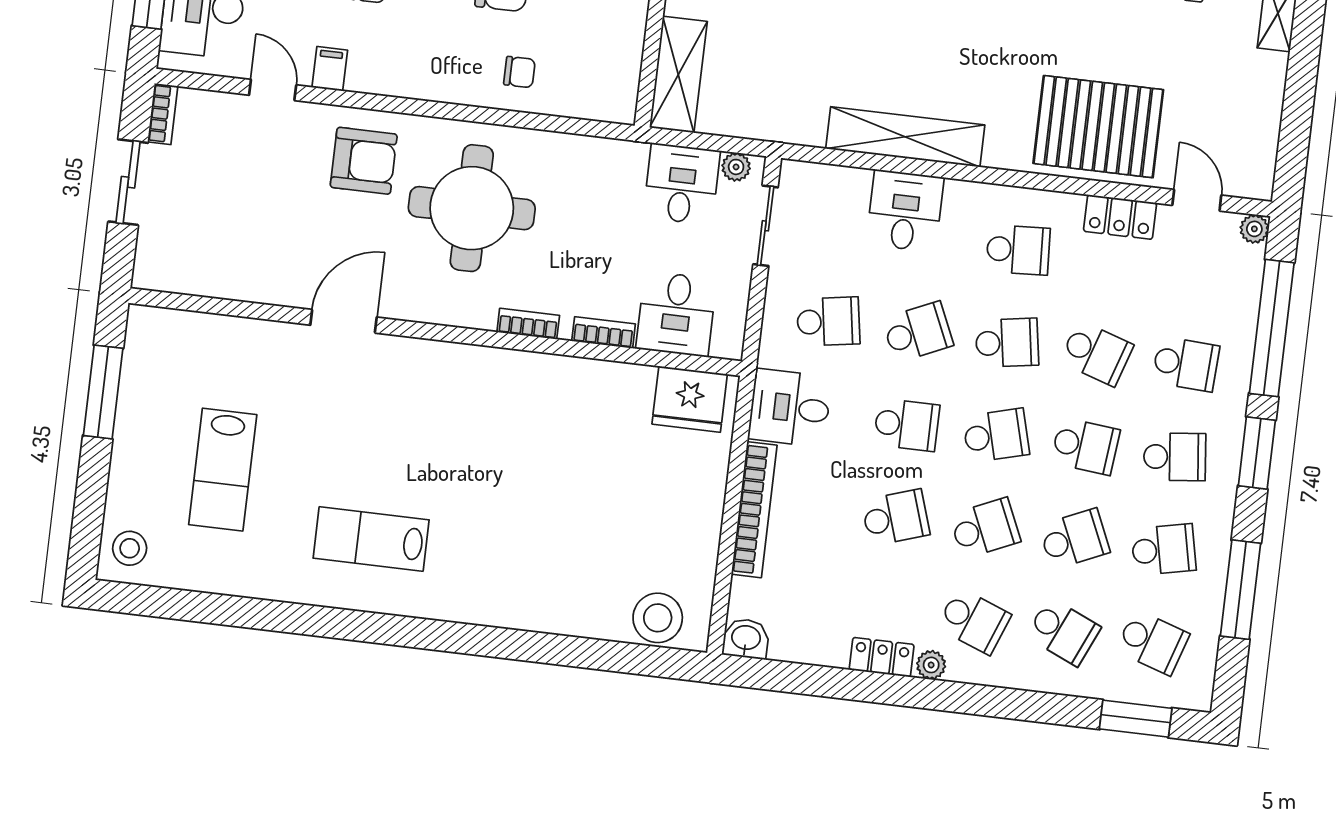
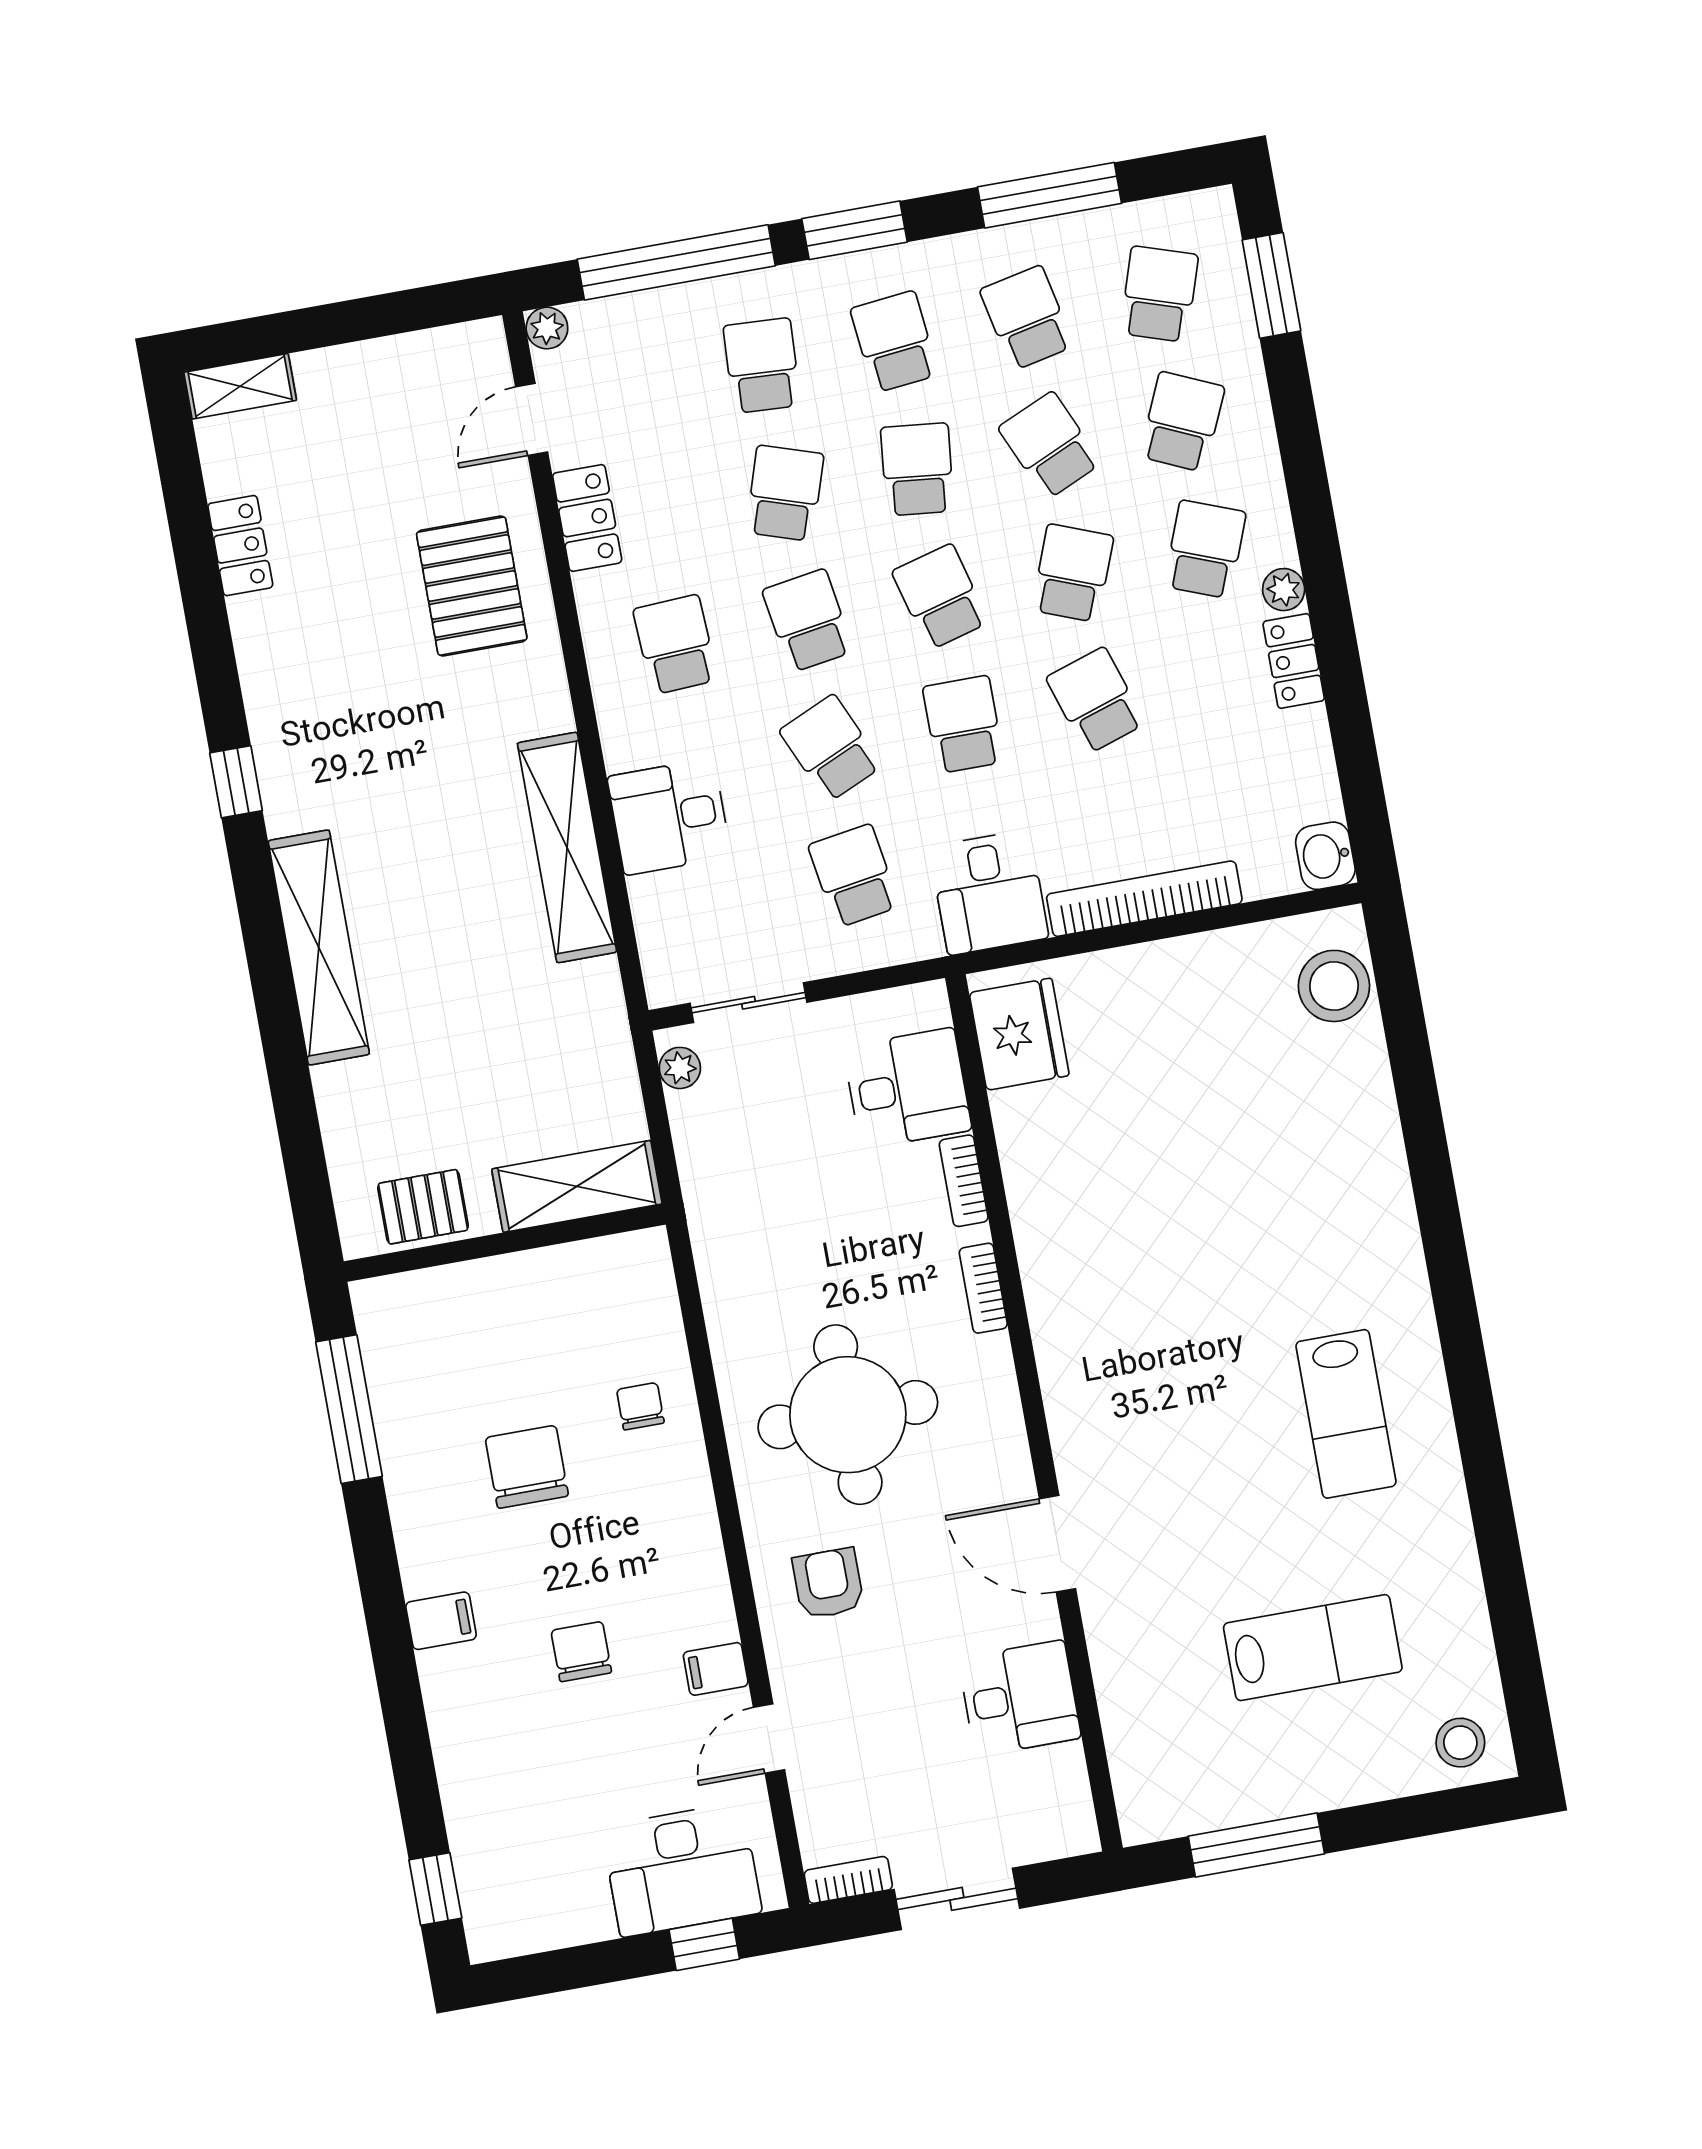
pallet: (1098, 127) -> (472, 586), width x0.73, depth x0.71
armchair: (364, 161) -> (828, 1583), width x0.72, depth x0.72
desk: (682, 184) -> (1020, 1698), moved, turned 180
school desk: (985, 528) -> (1073, 573), turned 45

